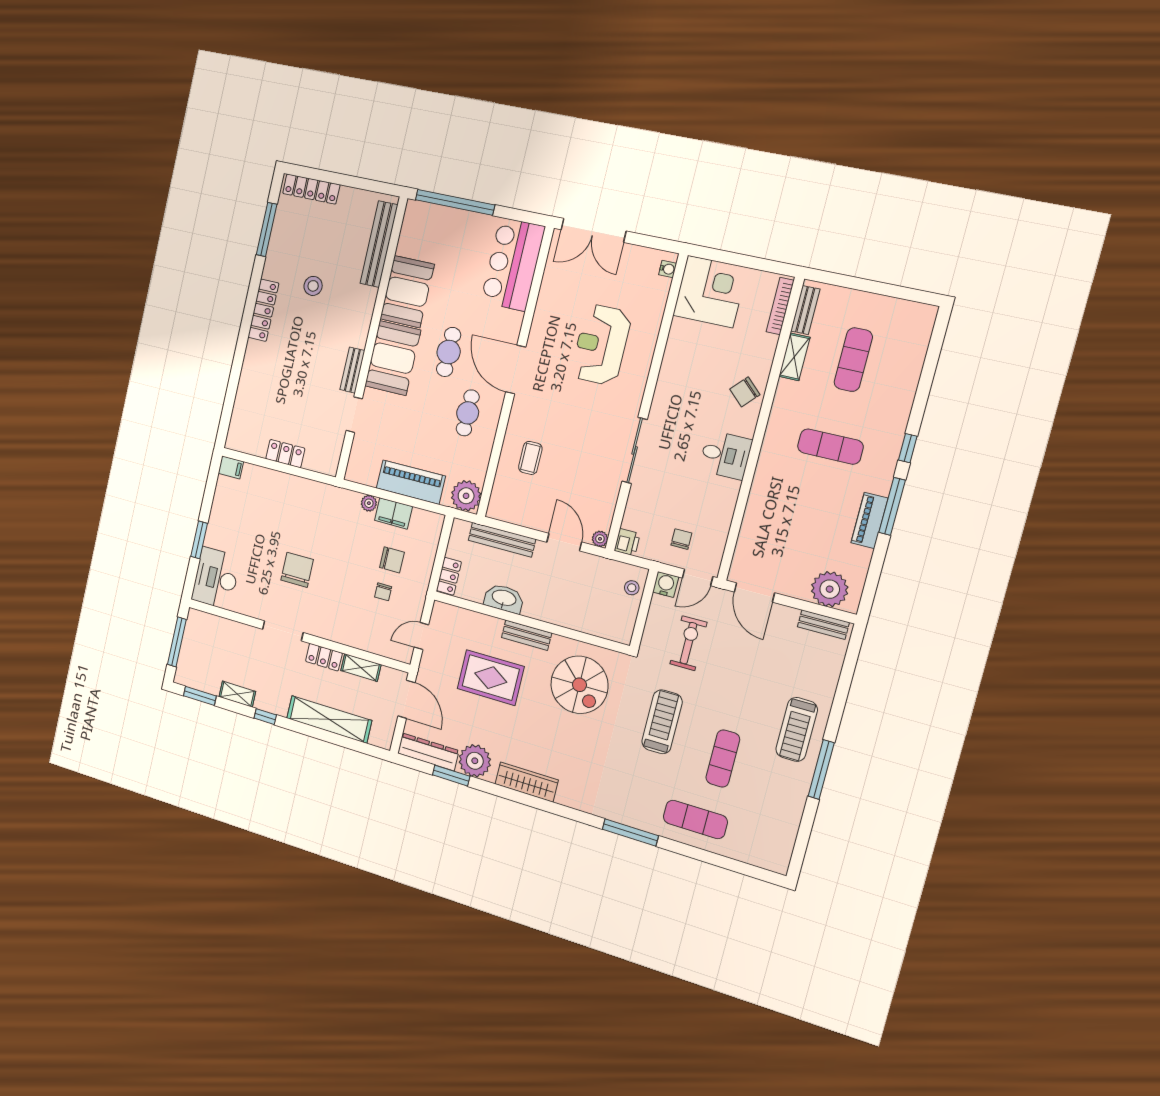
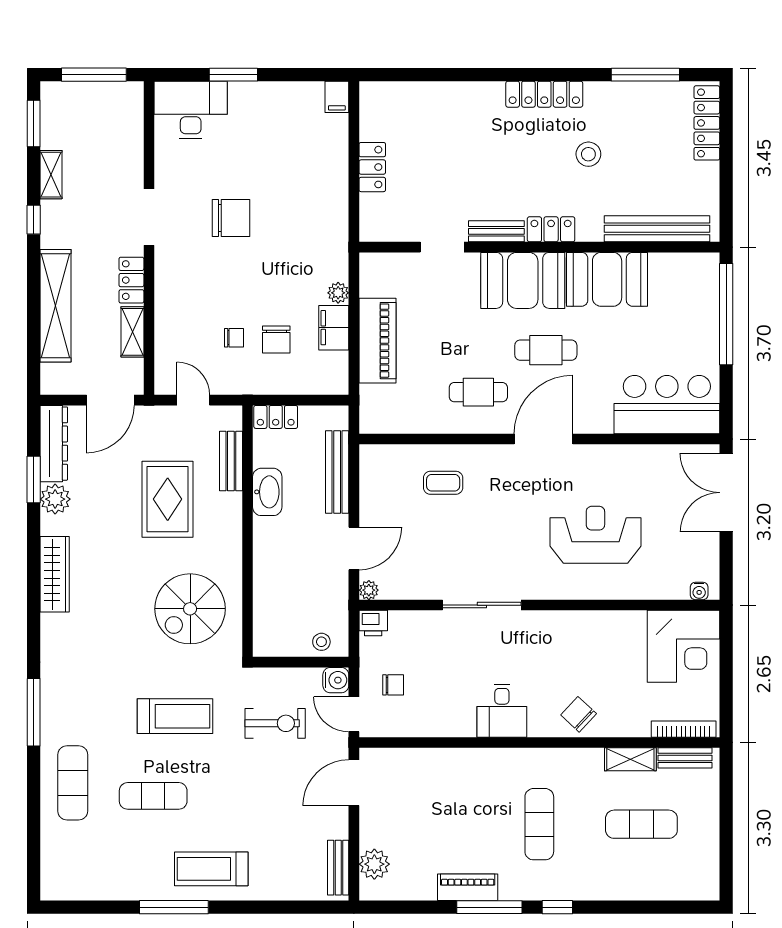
locker: (360, 327) -> (551, 229), added
plant: (466, 496) -> (378, 415), removed
plant: (830, 589) -> (374, 864), width x0.73, depth x0.73
chair: (383, 592) -> (234, 338), turned 180
bench: (527, 635) -> (231, 461), moved
plant: (475, 761) -> (55, 499), width x0.73, depth x0.73

